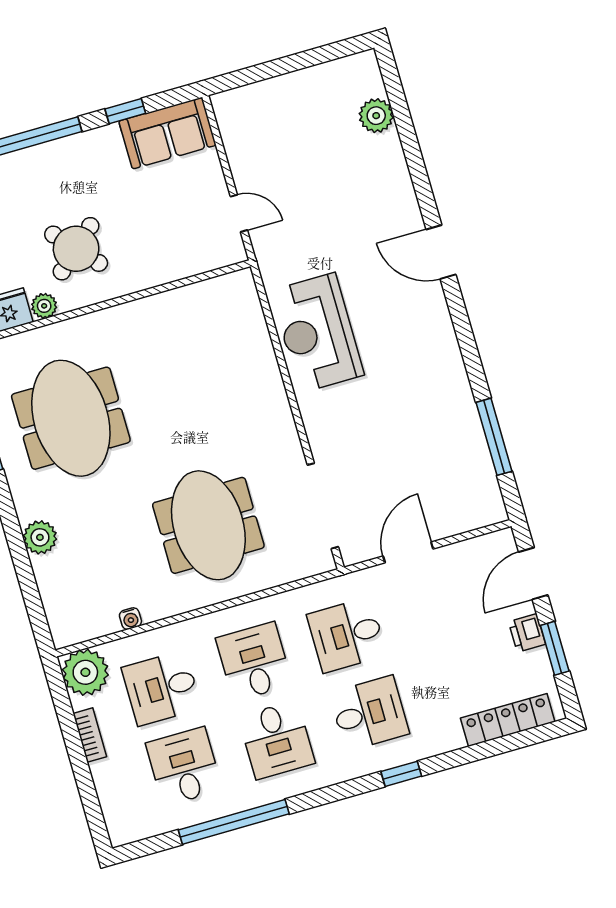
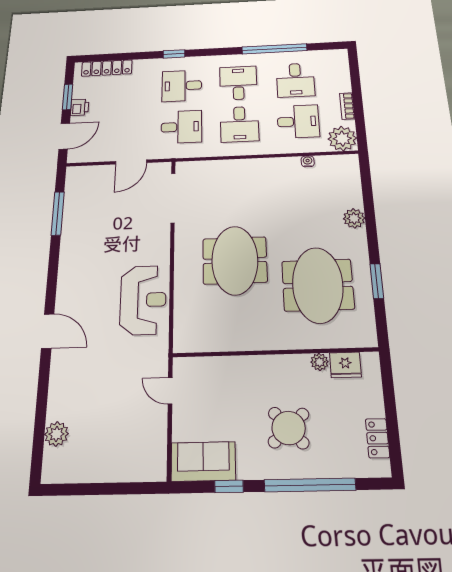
round table: (76, 249) -> (289, 428), moved
meeting table: (208, 525) -> (235, 260), moved

